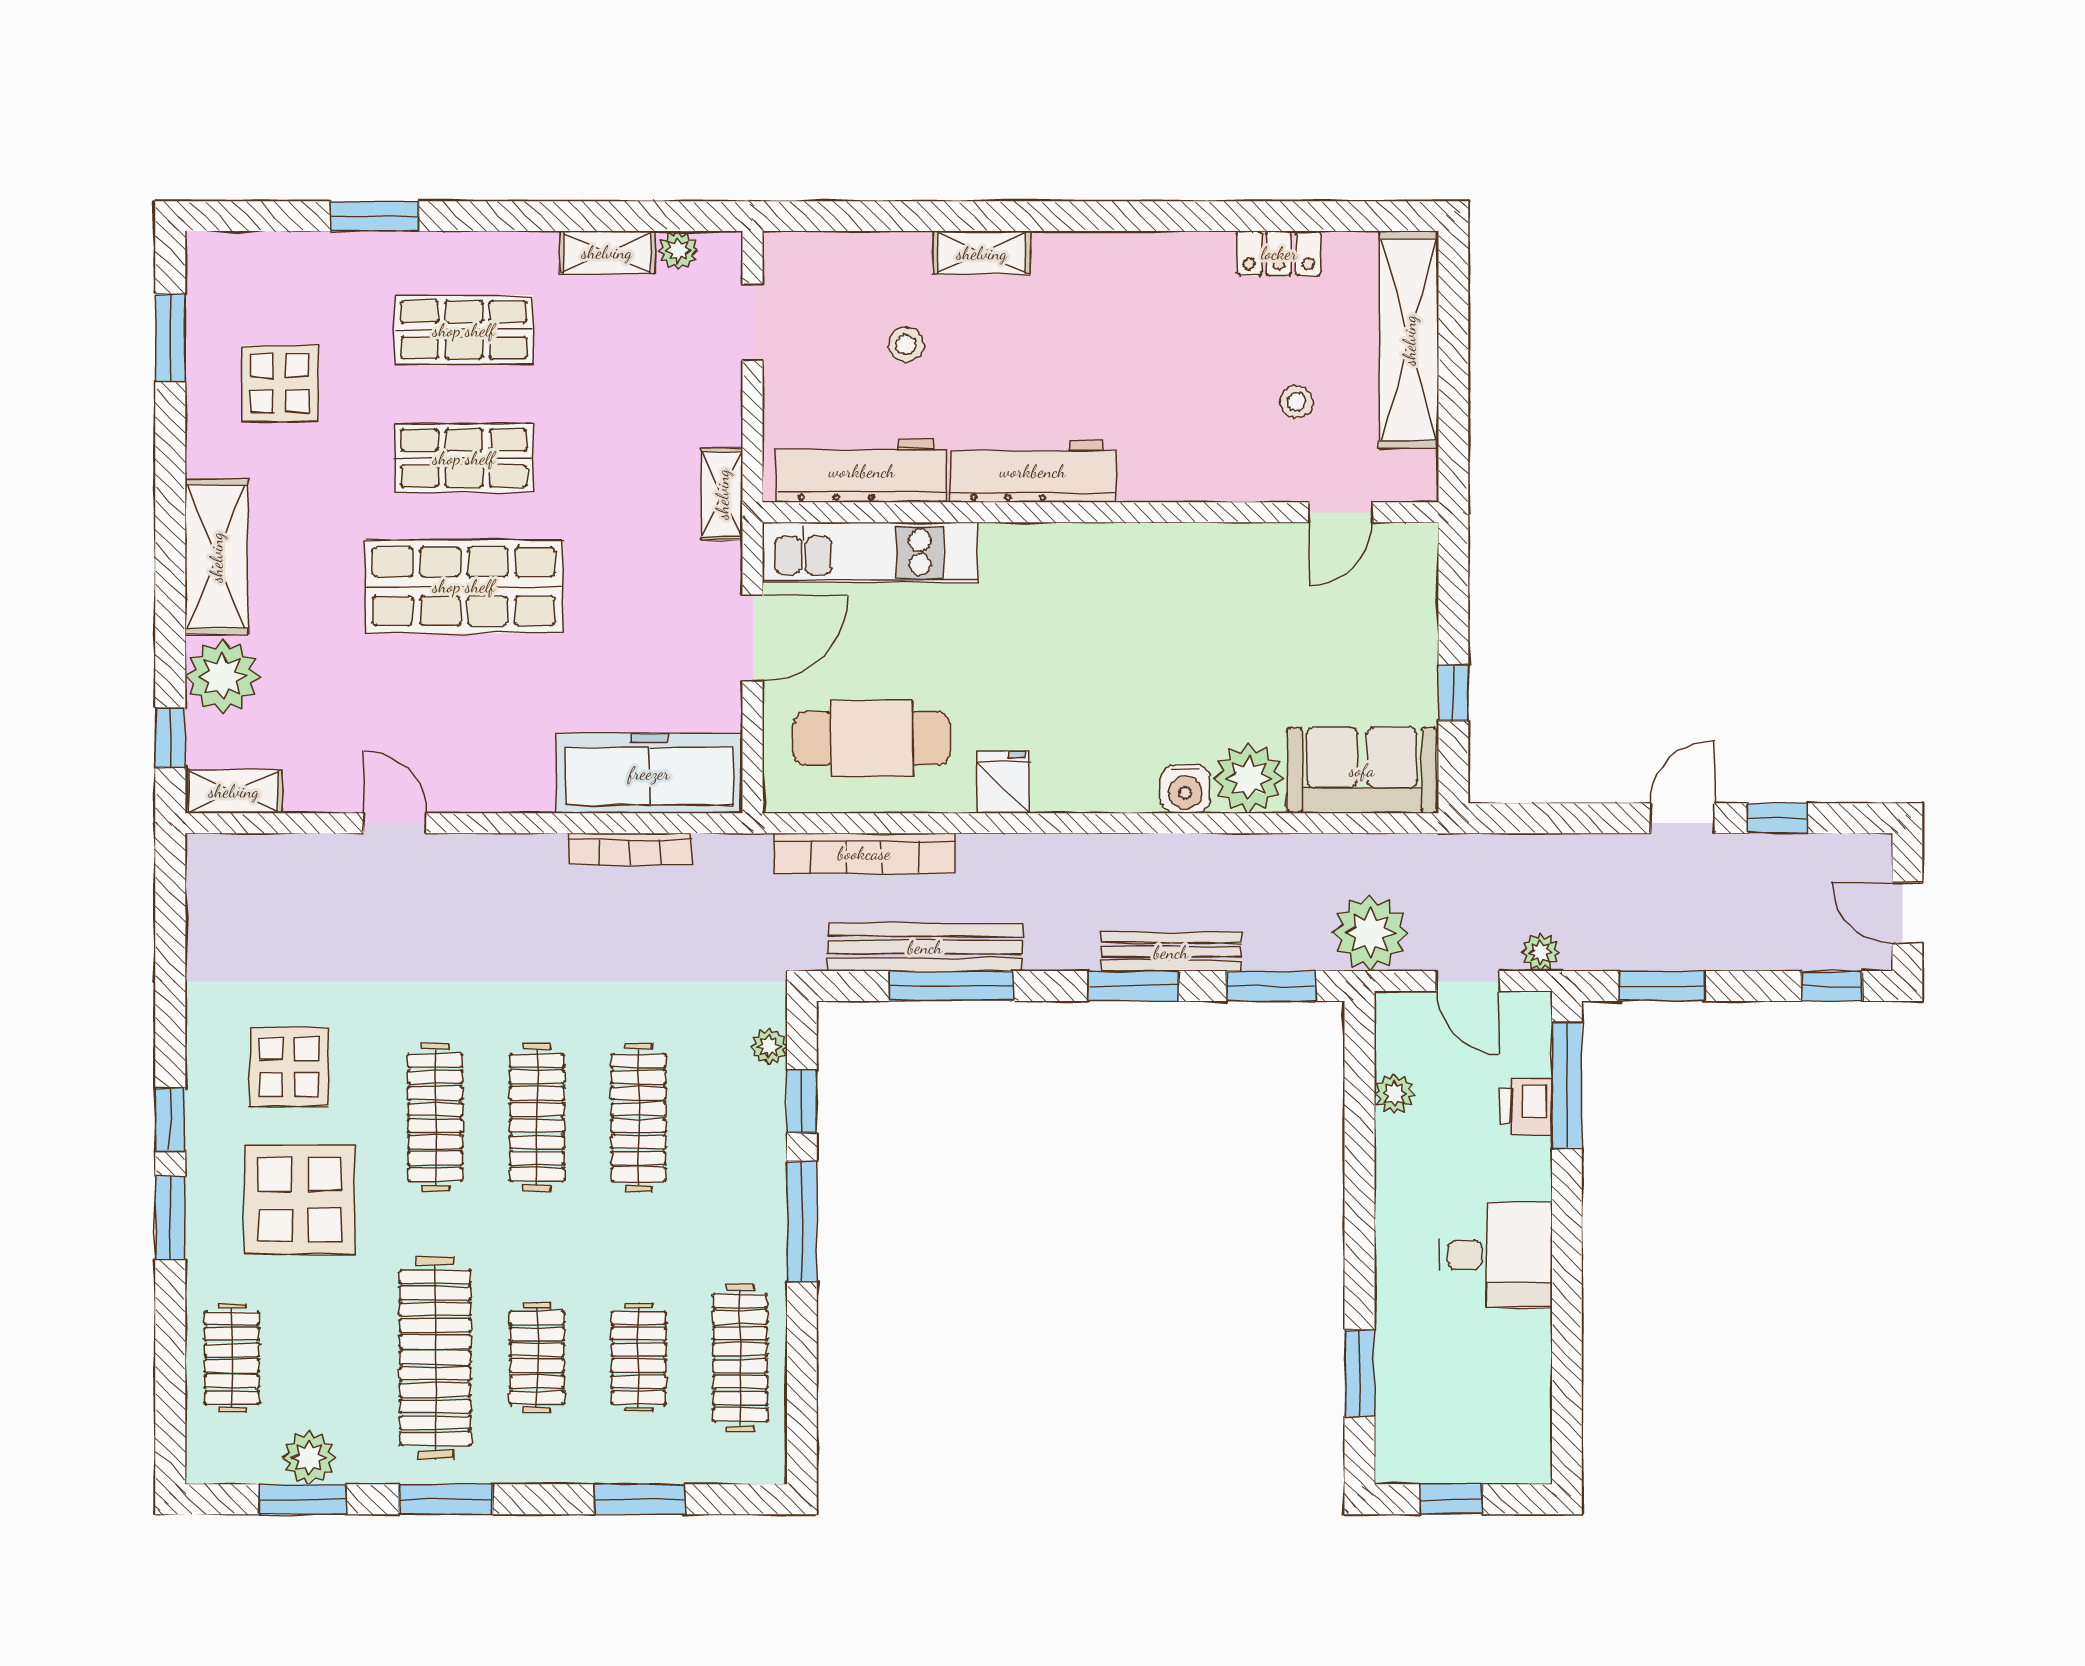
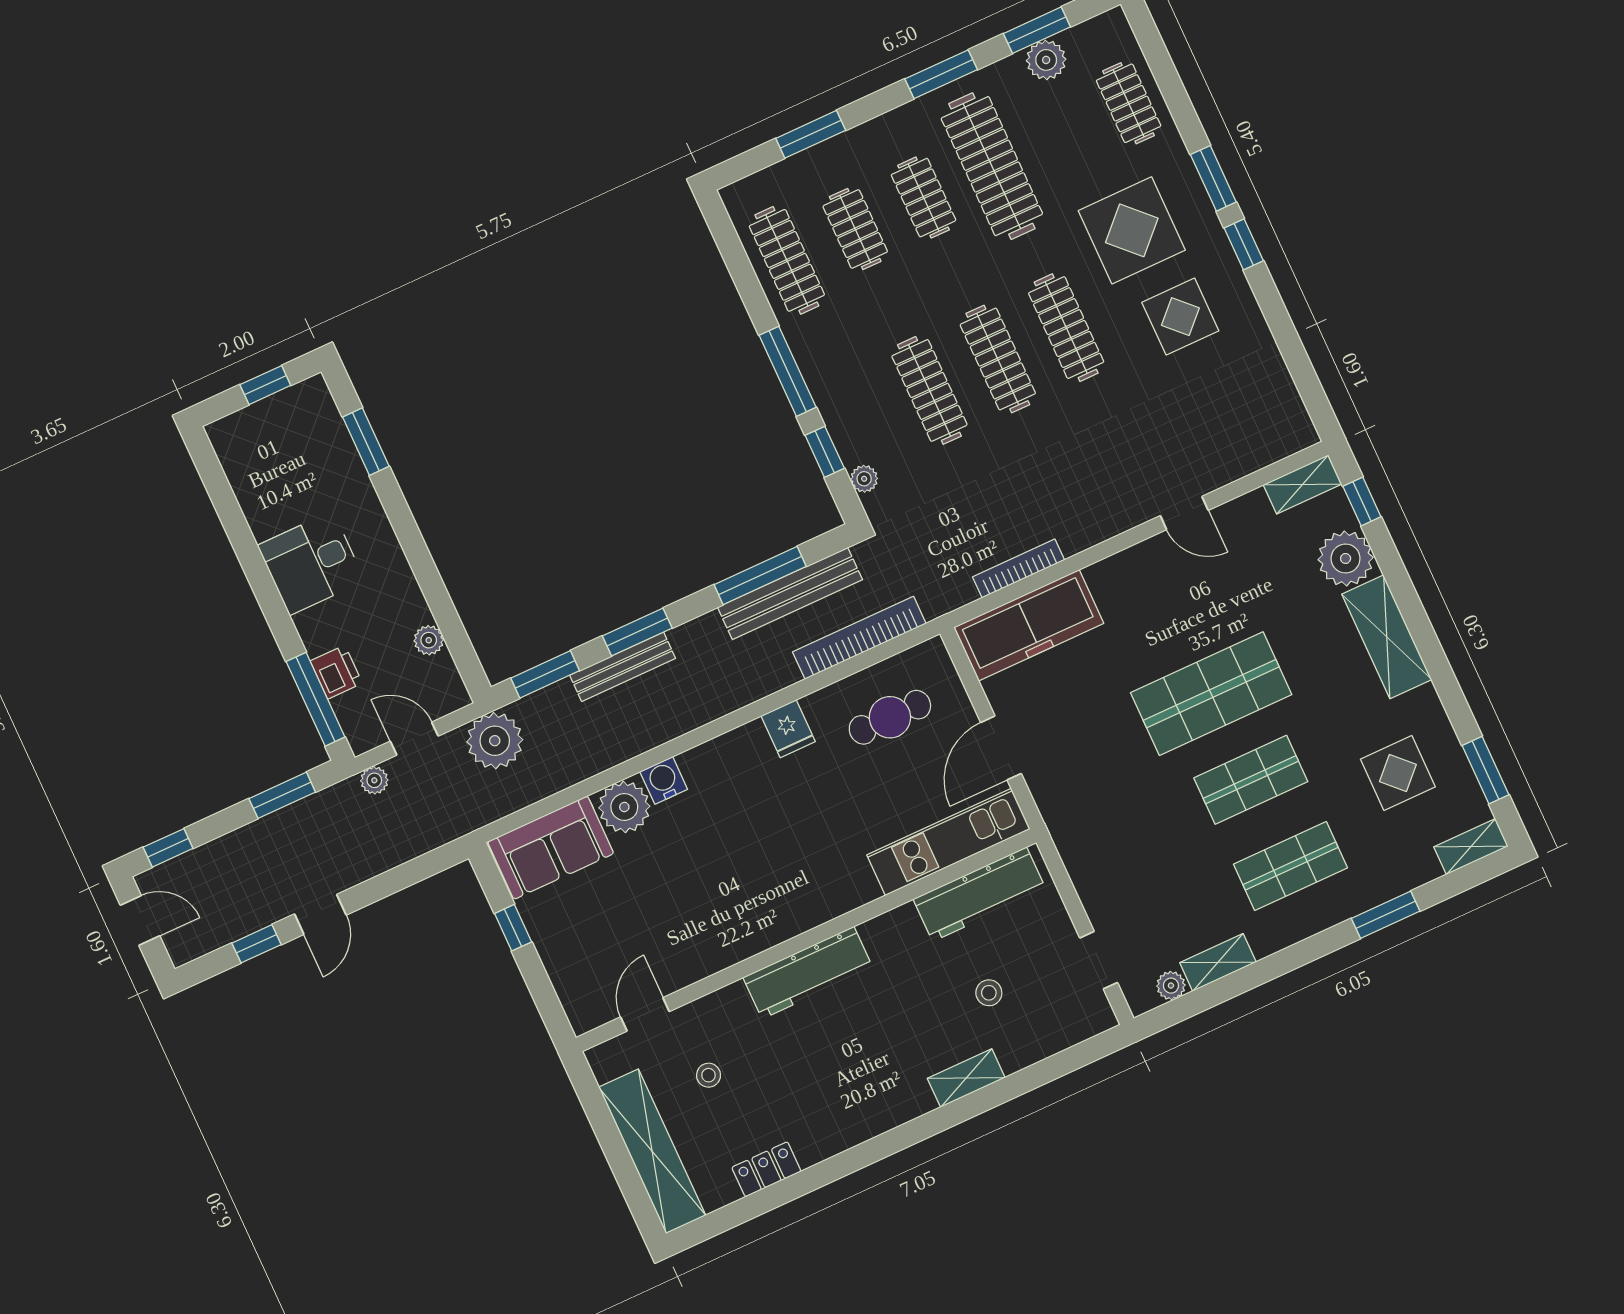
workbench: (1033, 471) -> (808, 973), moved
shelving: (722, 494) -> (1471, 846), moved, turned 90
cafe table: (872, 739) -> (890, 717), width x0.73, depth x0.74

